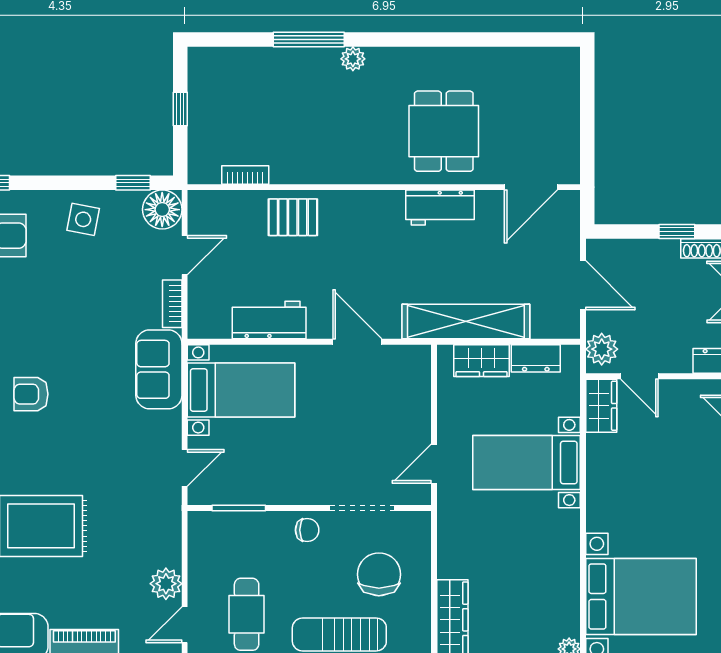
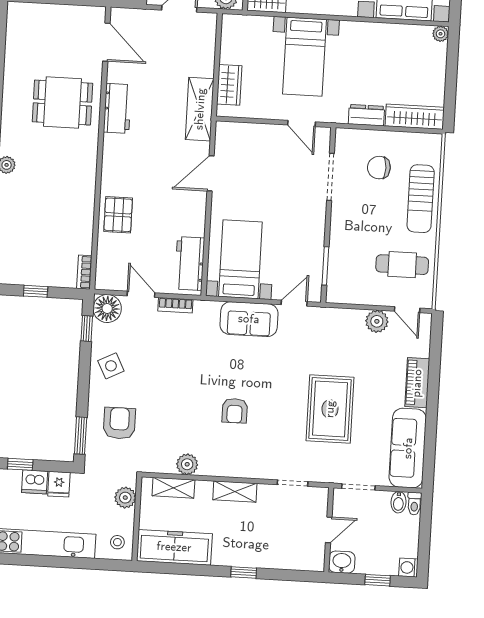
bookcase: (245, 175) -> (84, 272), moved
side table: (83, 219) -> (111, 366), turned -38
workbench: (269, 320) -> (190, 264), moved
shelving: (466, 322) -> (200, 109), width x0.68
dresser: (536, 358) -> (366, 115), moved, turned -90
sofa: (159, 369) -> (249, 319), moved
door: (185, 468) -> (294, 303), hinge flipped
chair: (307, 530) -> (344, 217), removed
chair: (379, 574) -> (379, 168), width x0.73, depth x0.73

